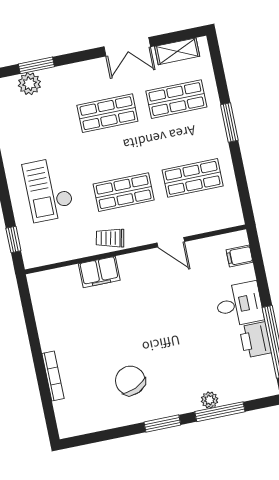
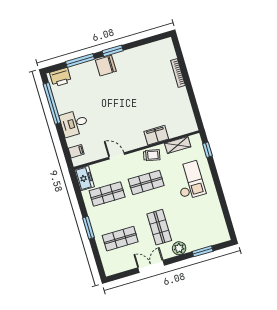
shelving: (177, 51) -> (178, 145), moved
plant: (29, 84) -> (179, 248), moved
shop shelf: (107, 113) -> (159, 227), turned 90
freezer: (229, 208) -> (84, 178), added
printer: (255, 340) -> (61, 77), moved, turned 90
chair: (130, 381) -> (106, 66), moved, turned 114
plant: (210, 400) -> (87, 67), removed

